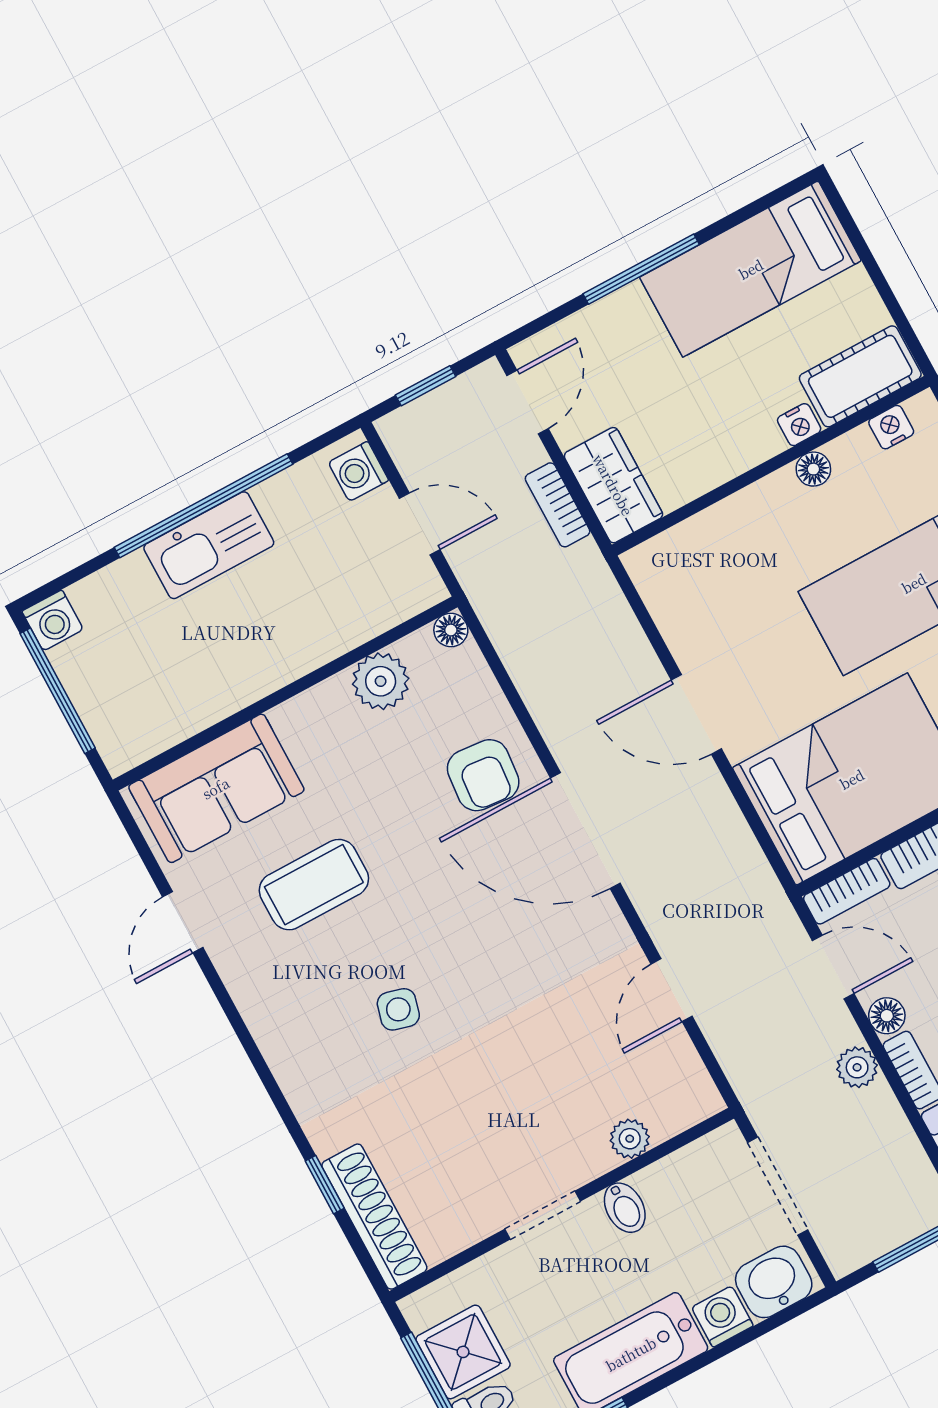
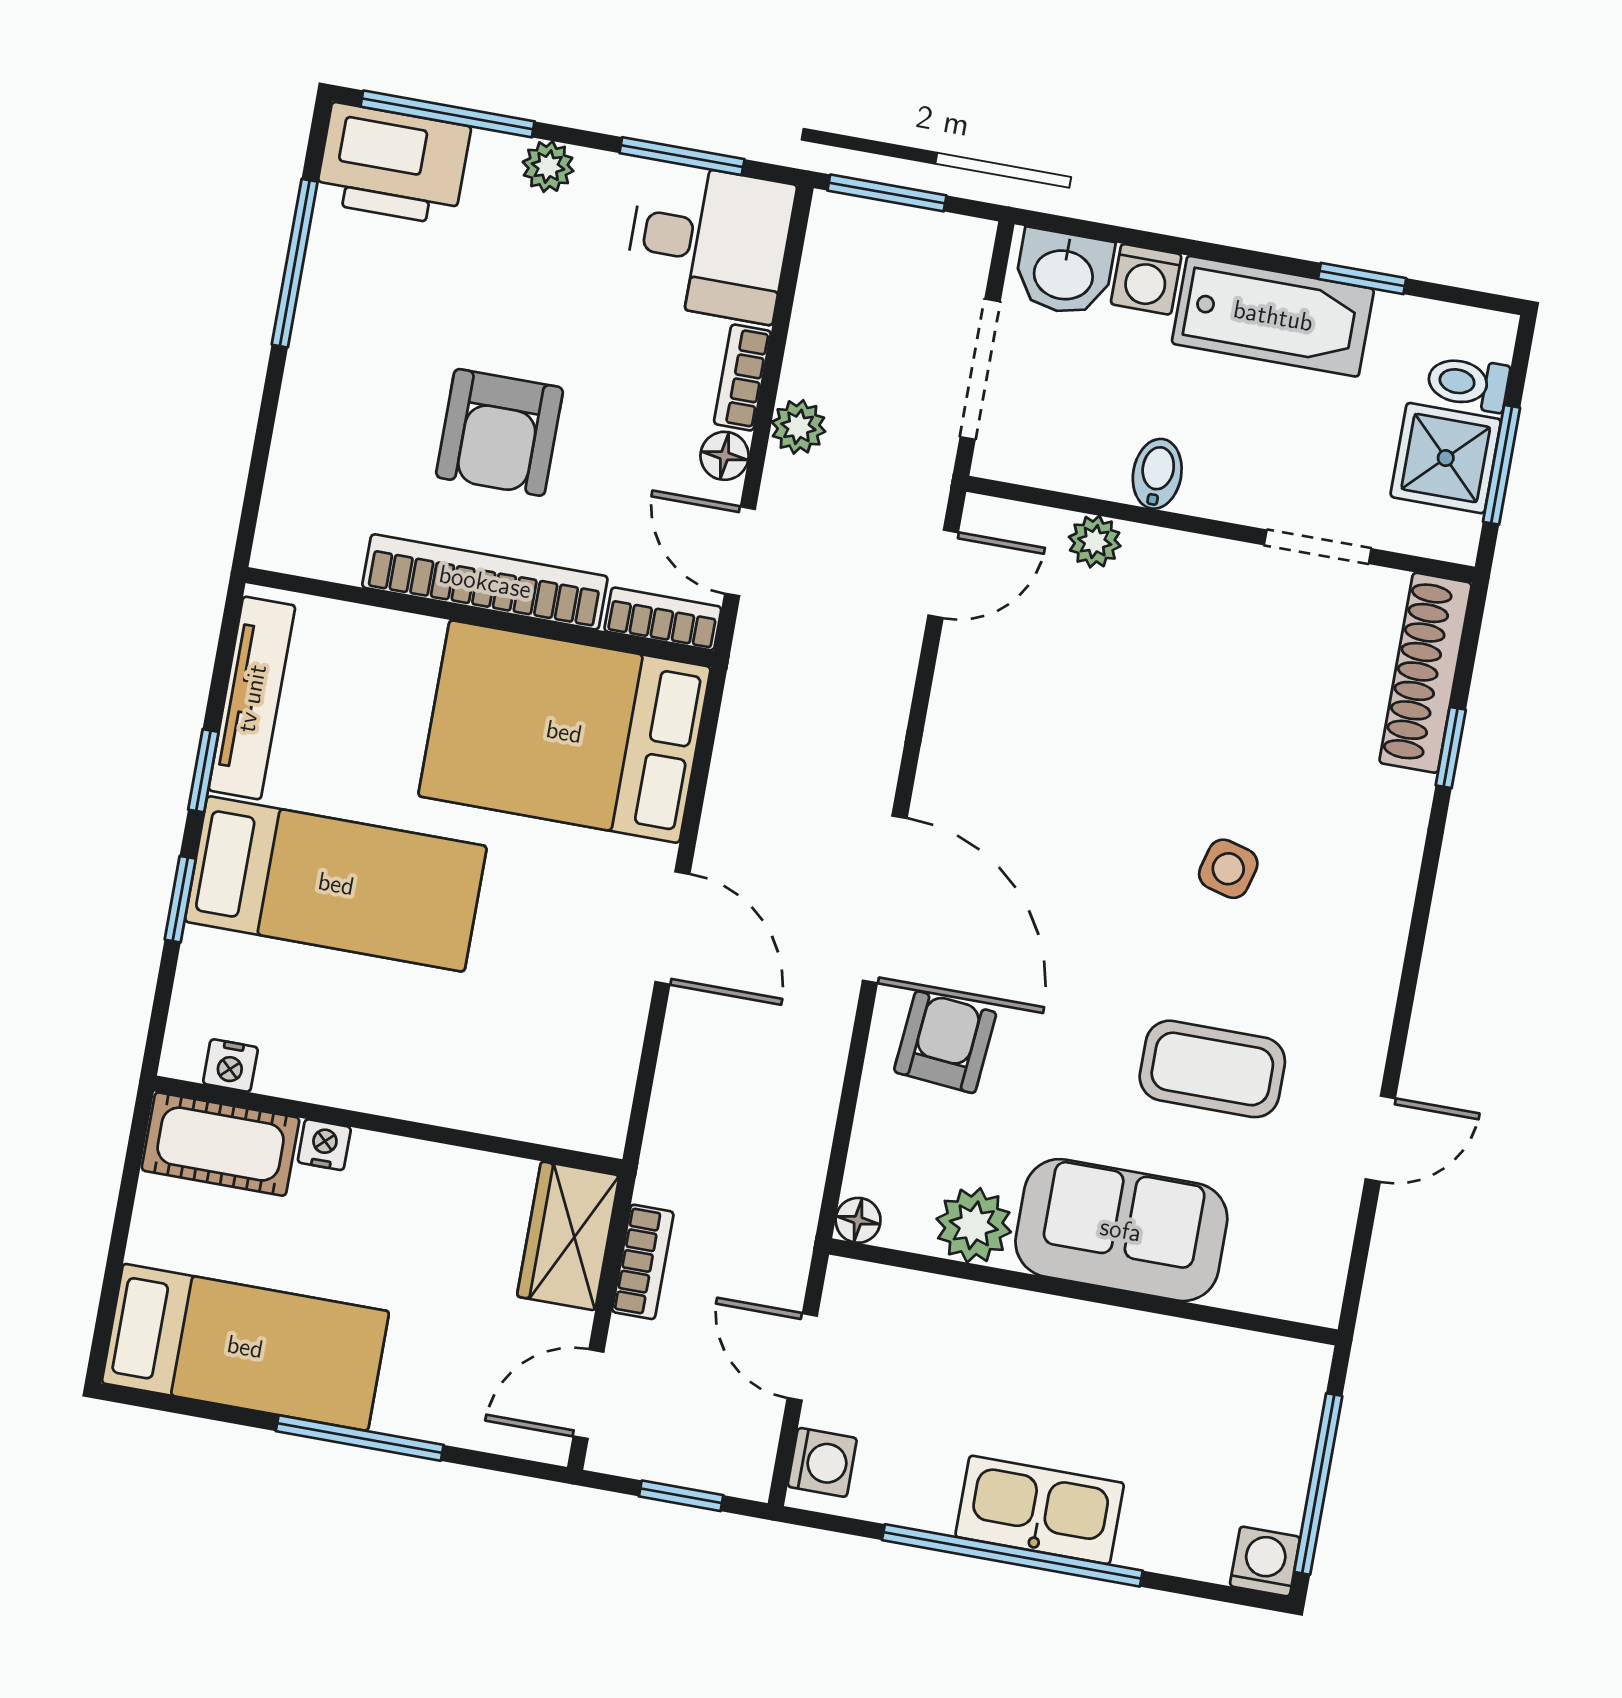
floor lamp: (813, 469) -> (346, 1086), removed
sofa: (216, 788) -> (1121, 1230), moved
door: (672, 990) -> (943, 574), moved
doorway: (543, 1215) -> (1318, 547), moved

